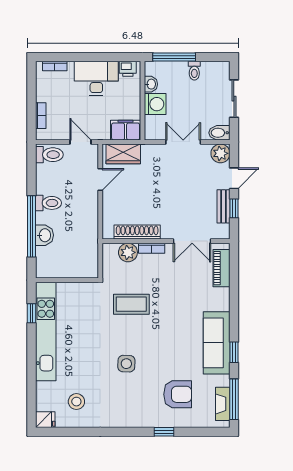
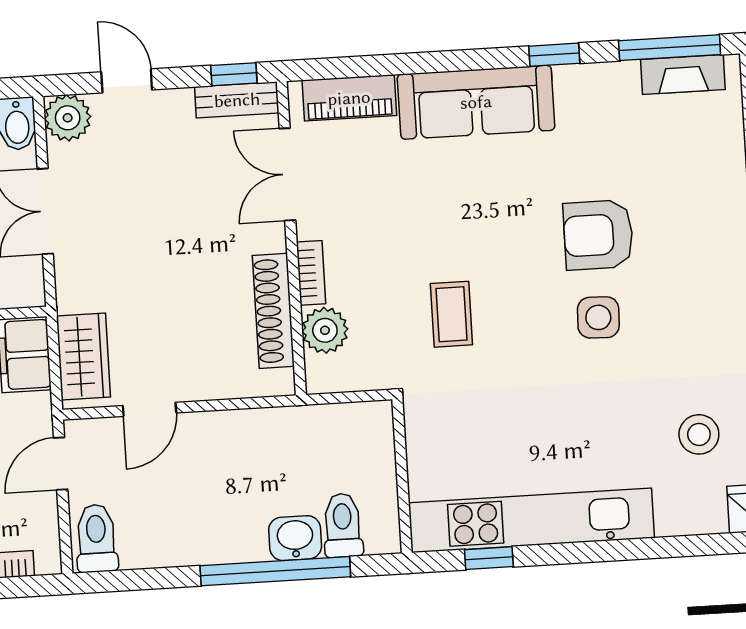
door: (100, 179) -> (150, 409), swing flipped
toilet: (48, 203) -> (343, 525), moved
bench: (224, 206) -> (237, 100), moved
window: (234, 208) -> (234, 74), moved
double door: (192, 241) -> (287, 174), swing flipped
coffee table: (131, 304) -> (451, 314), width x0.73, depth x0.77
sofa: (217, 343) -> (476, 102), moved
armchair: (178, 394) -> (598, 235), moved, turned -90

